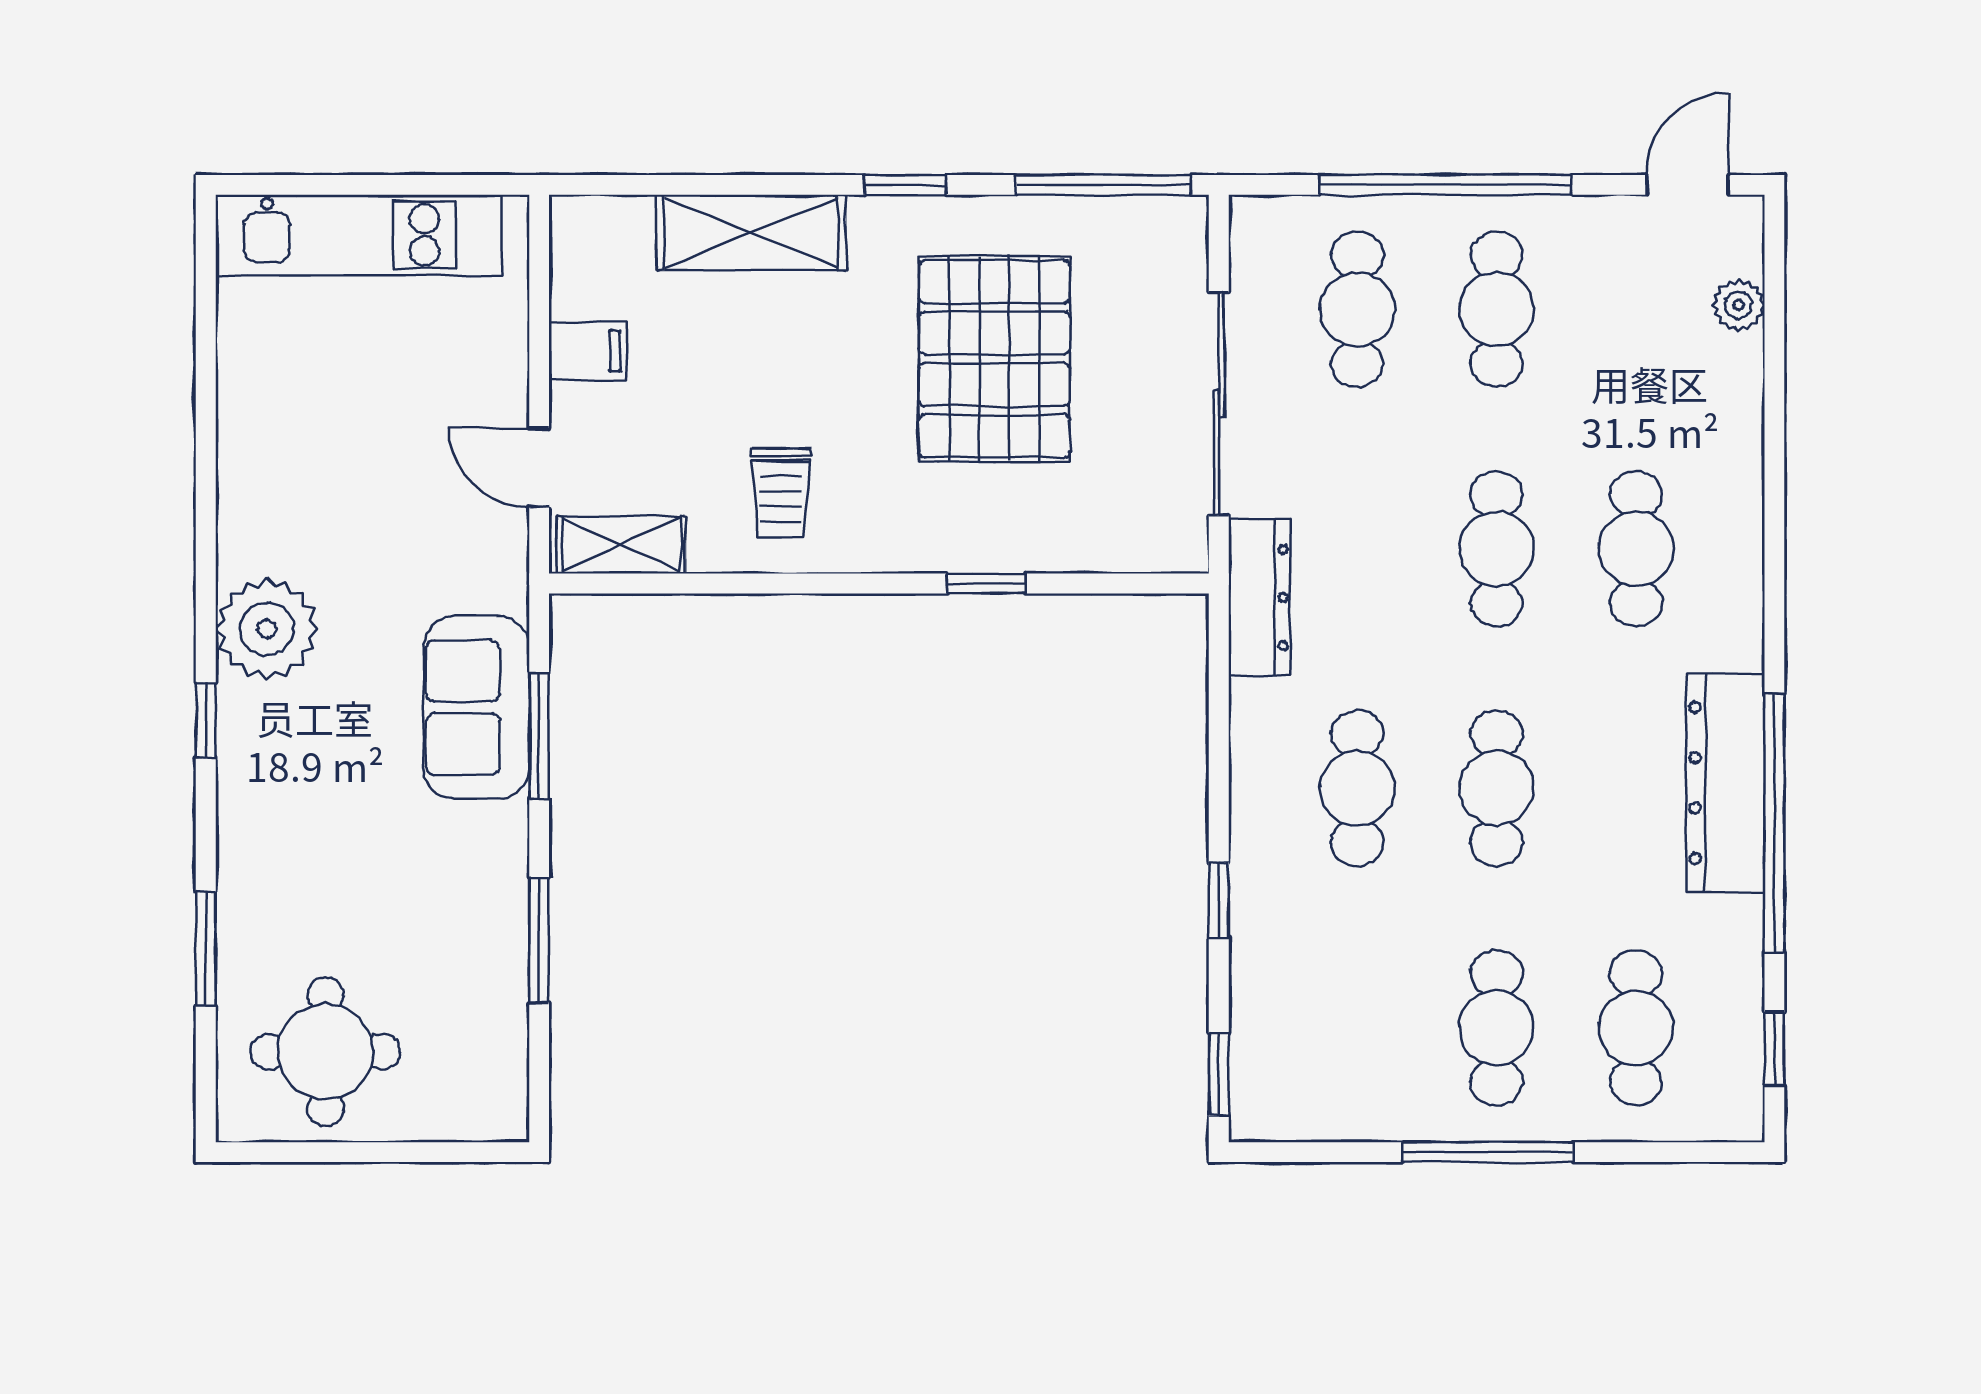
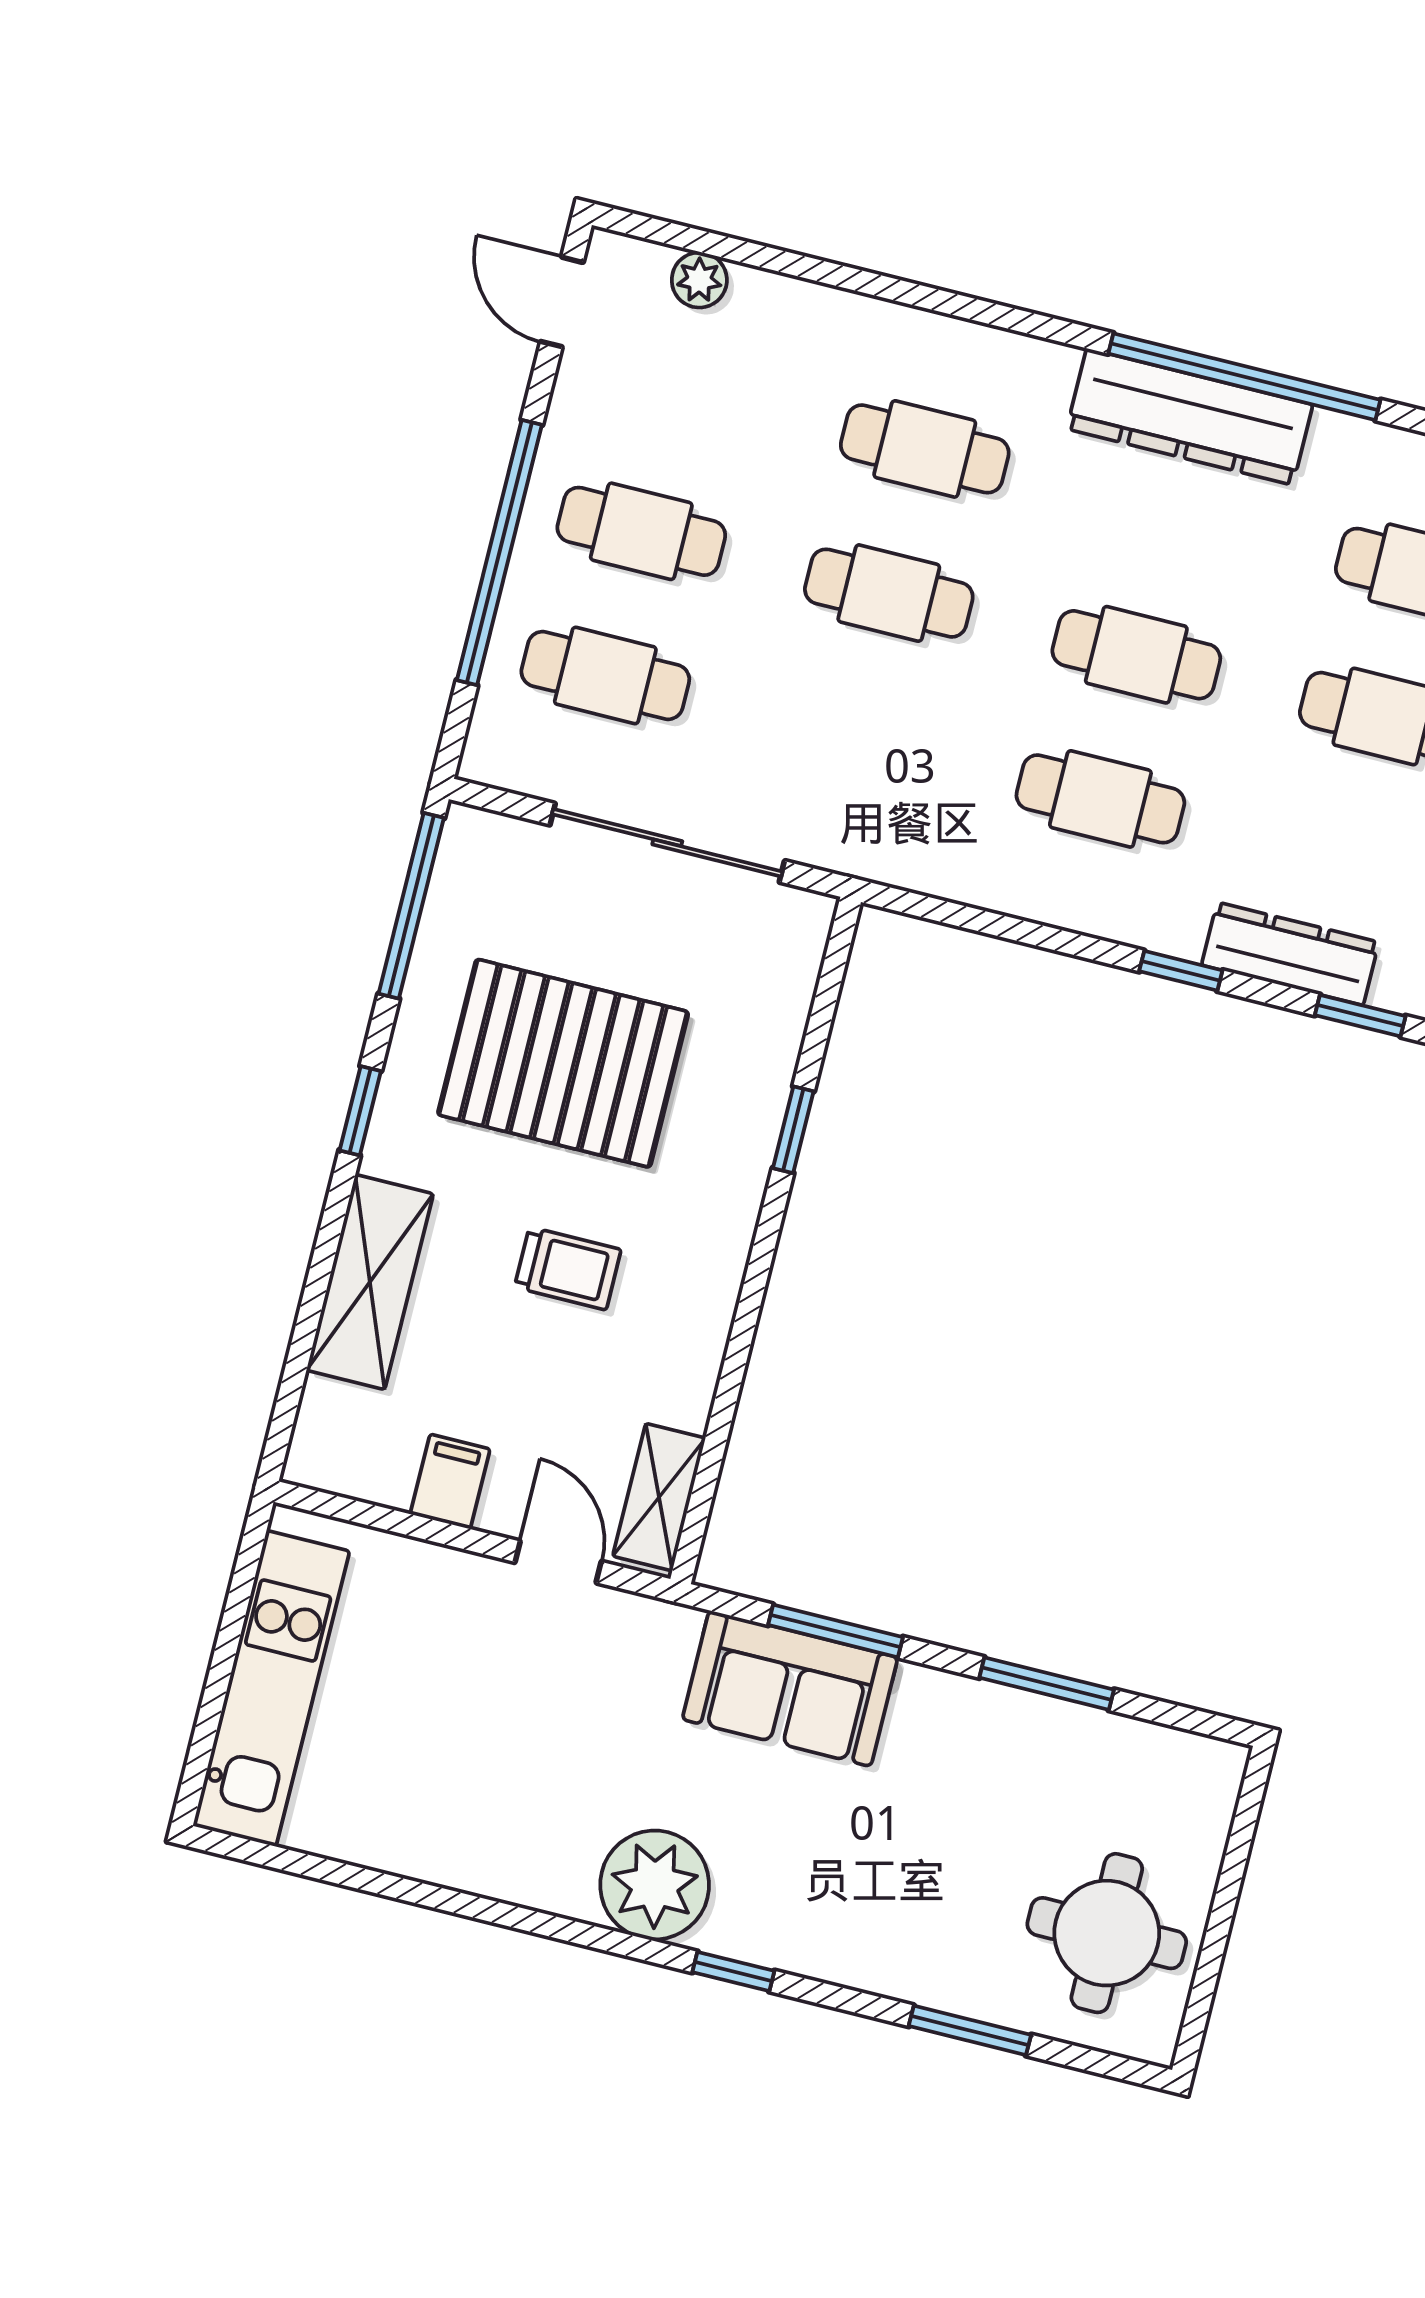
door: (539, 468) -> (558, 1562), swing flipped
trolley: (781, 493) -> (568, 1268), moved
dresser: (1259, 597) -> (1290, 954), moved

